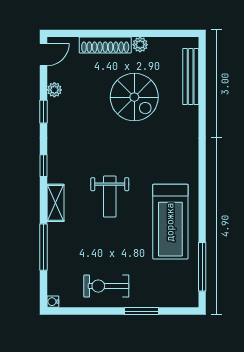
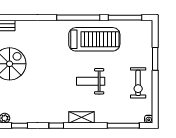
weight bench: (110, 197) -> (91, 81), moved, turned 180
window: (202, 198) -> (78, 18), added
window: (43, 247) -> (123, 126), moved

